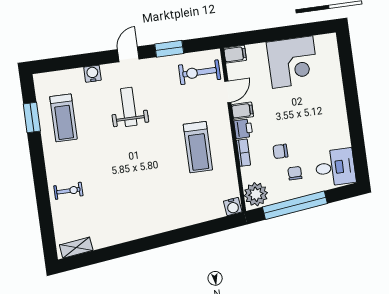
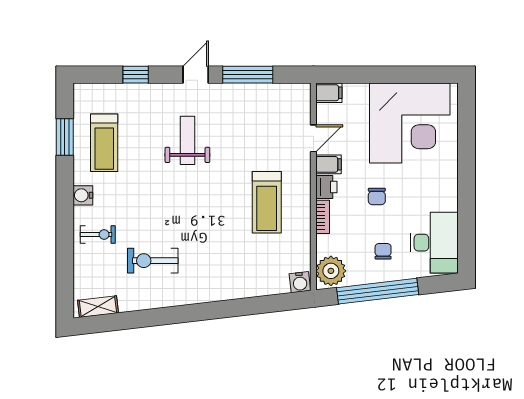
window: (169, 49) -> (248, 75), width x1.44
window: (81, 61) -> (136, 75), added
corner desk: (293, 62) -> (410, 123), width x1.36, depth x1.36
exercise bike: (200, 72) -> (153, 261), moved
water cooler: (92, 74) -> (83, 195), moved, turned -90
chair: (280, 151) -> (377, 196), moved, turned -90
desk: (335, 167) -> (434, 243), width x1.37

